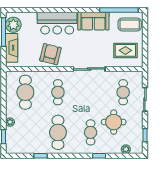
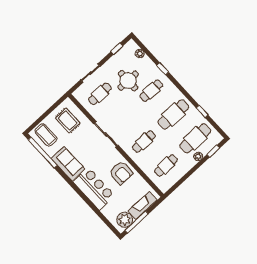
armchair: (50, 54) -> (121, 173), turned -104
cafe table: (25, 92) -> (166, 165), width x0.73, depth x0.74
cafe table: (25, 132) -> (195, 138), added

